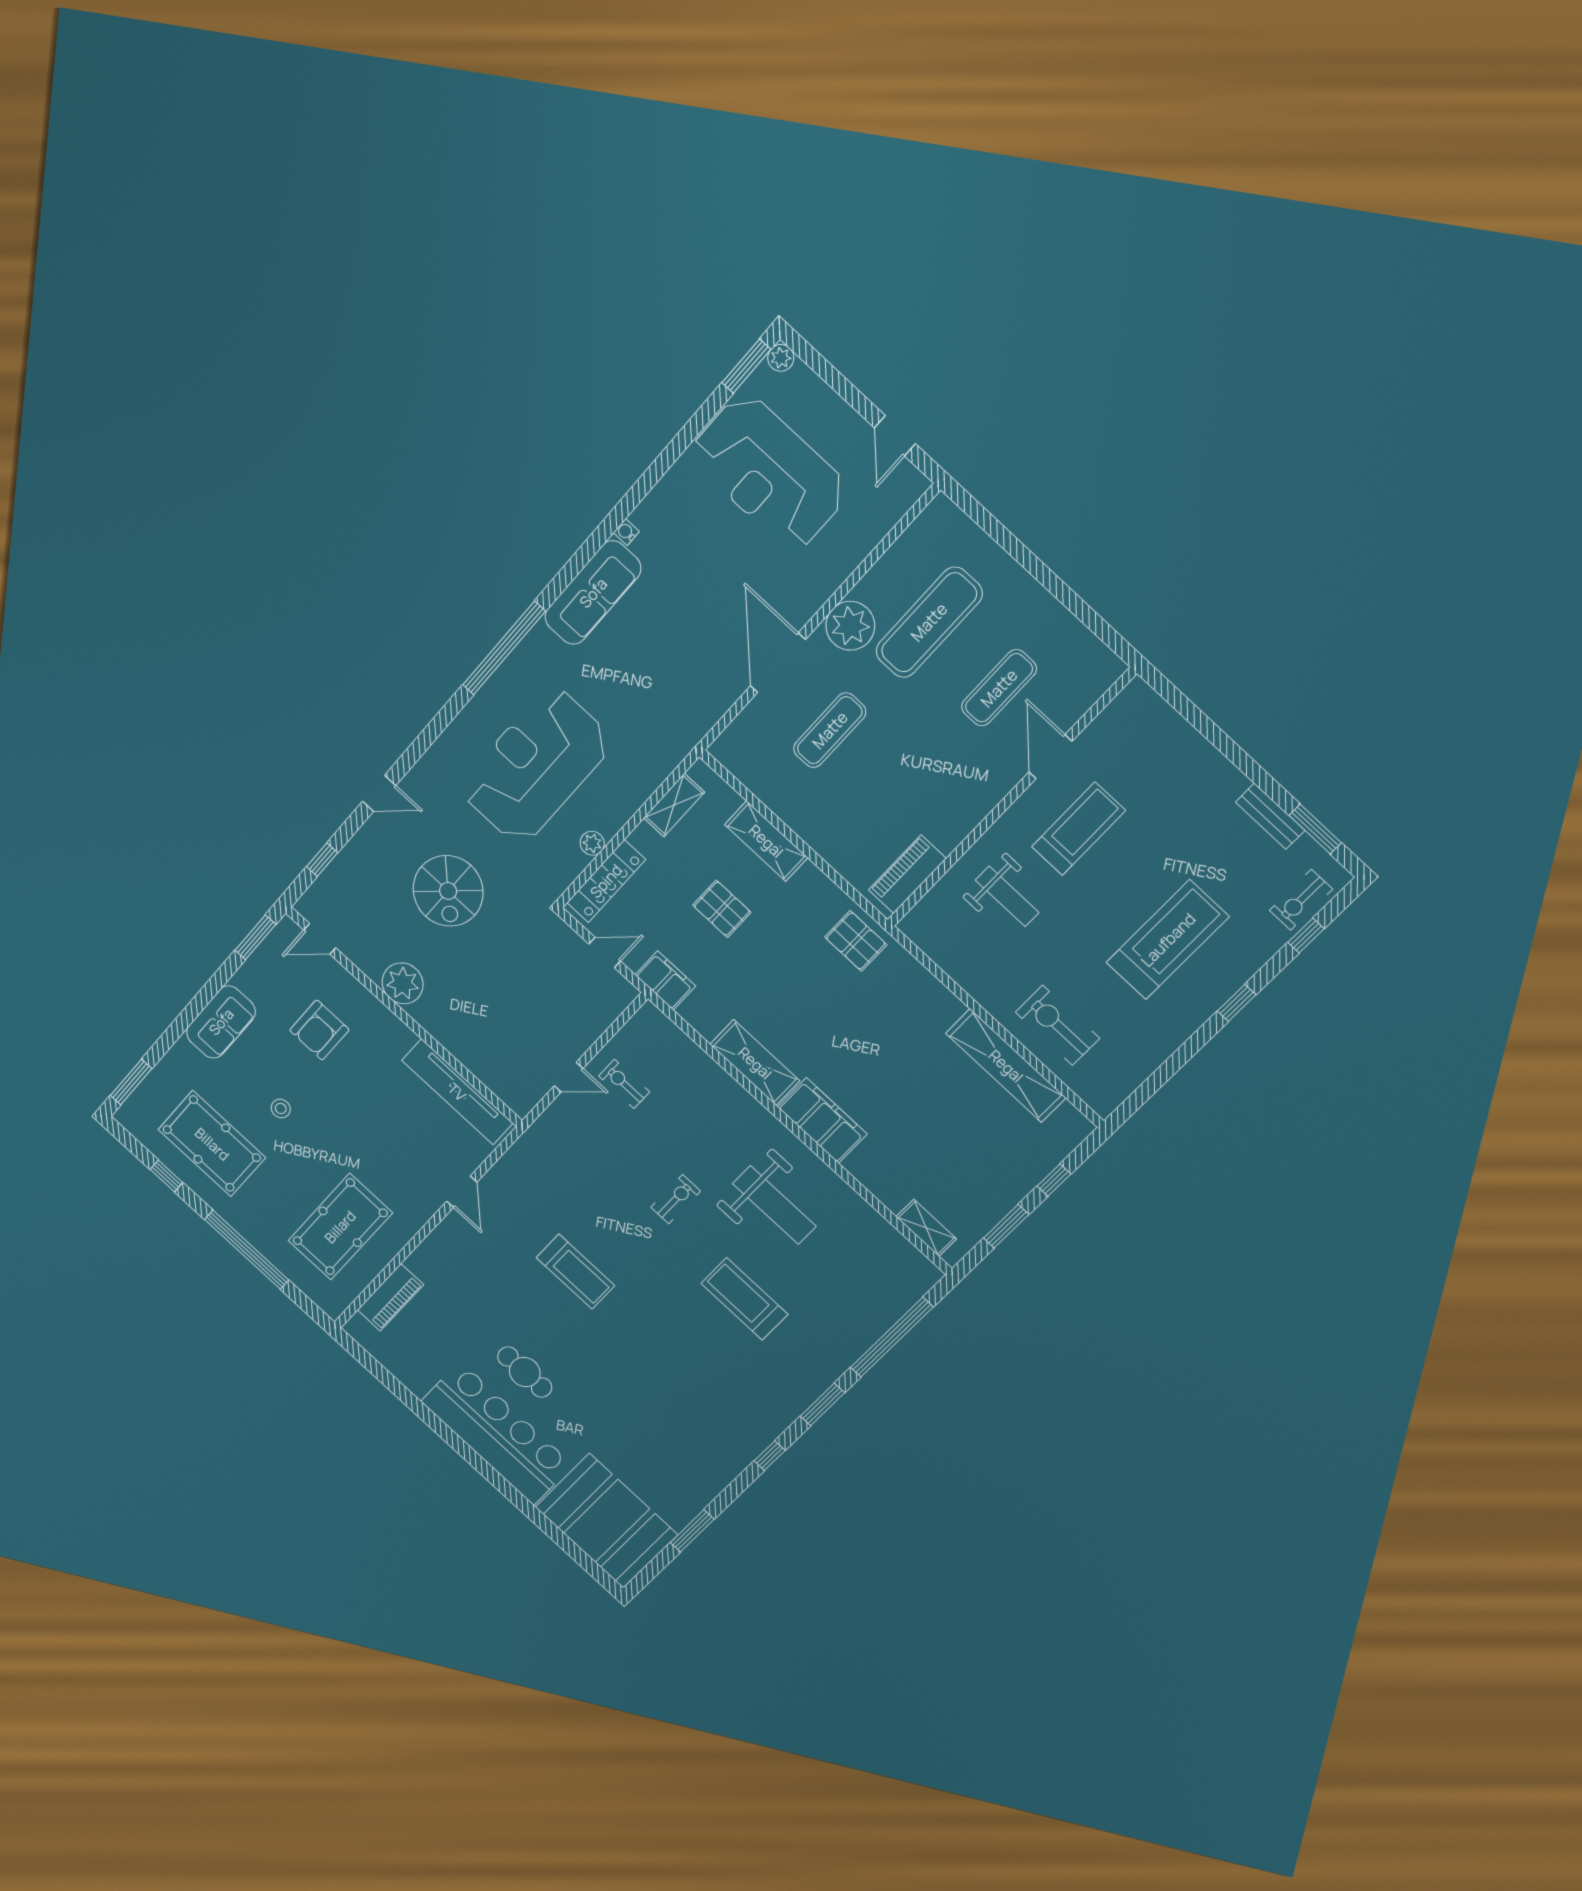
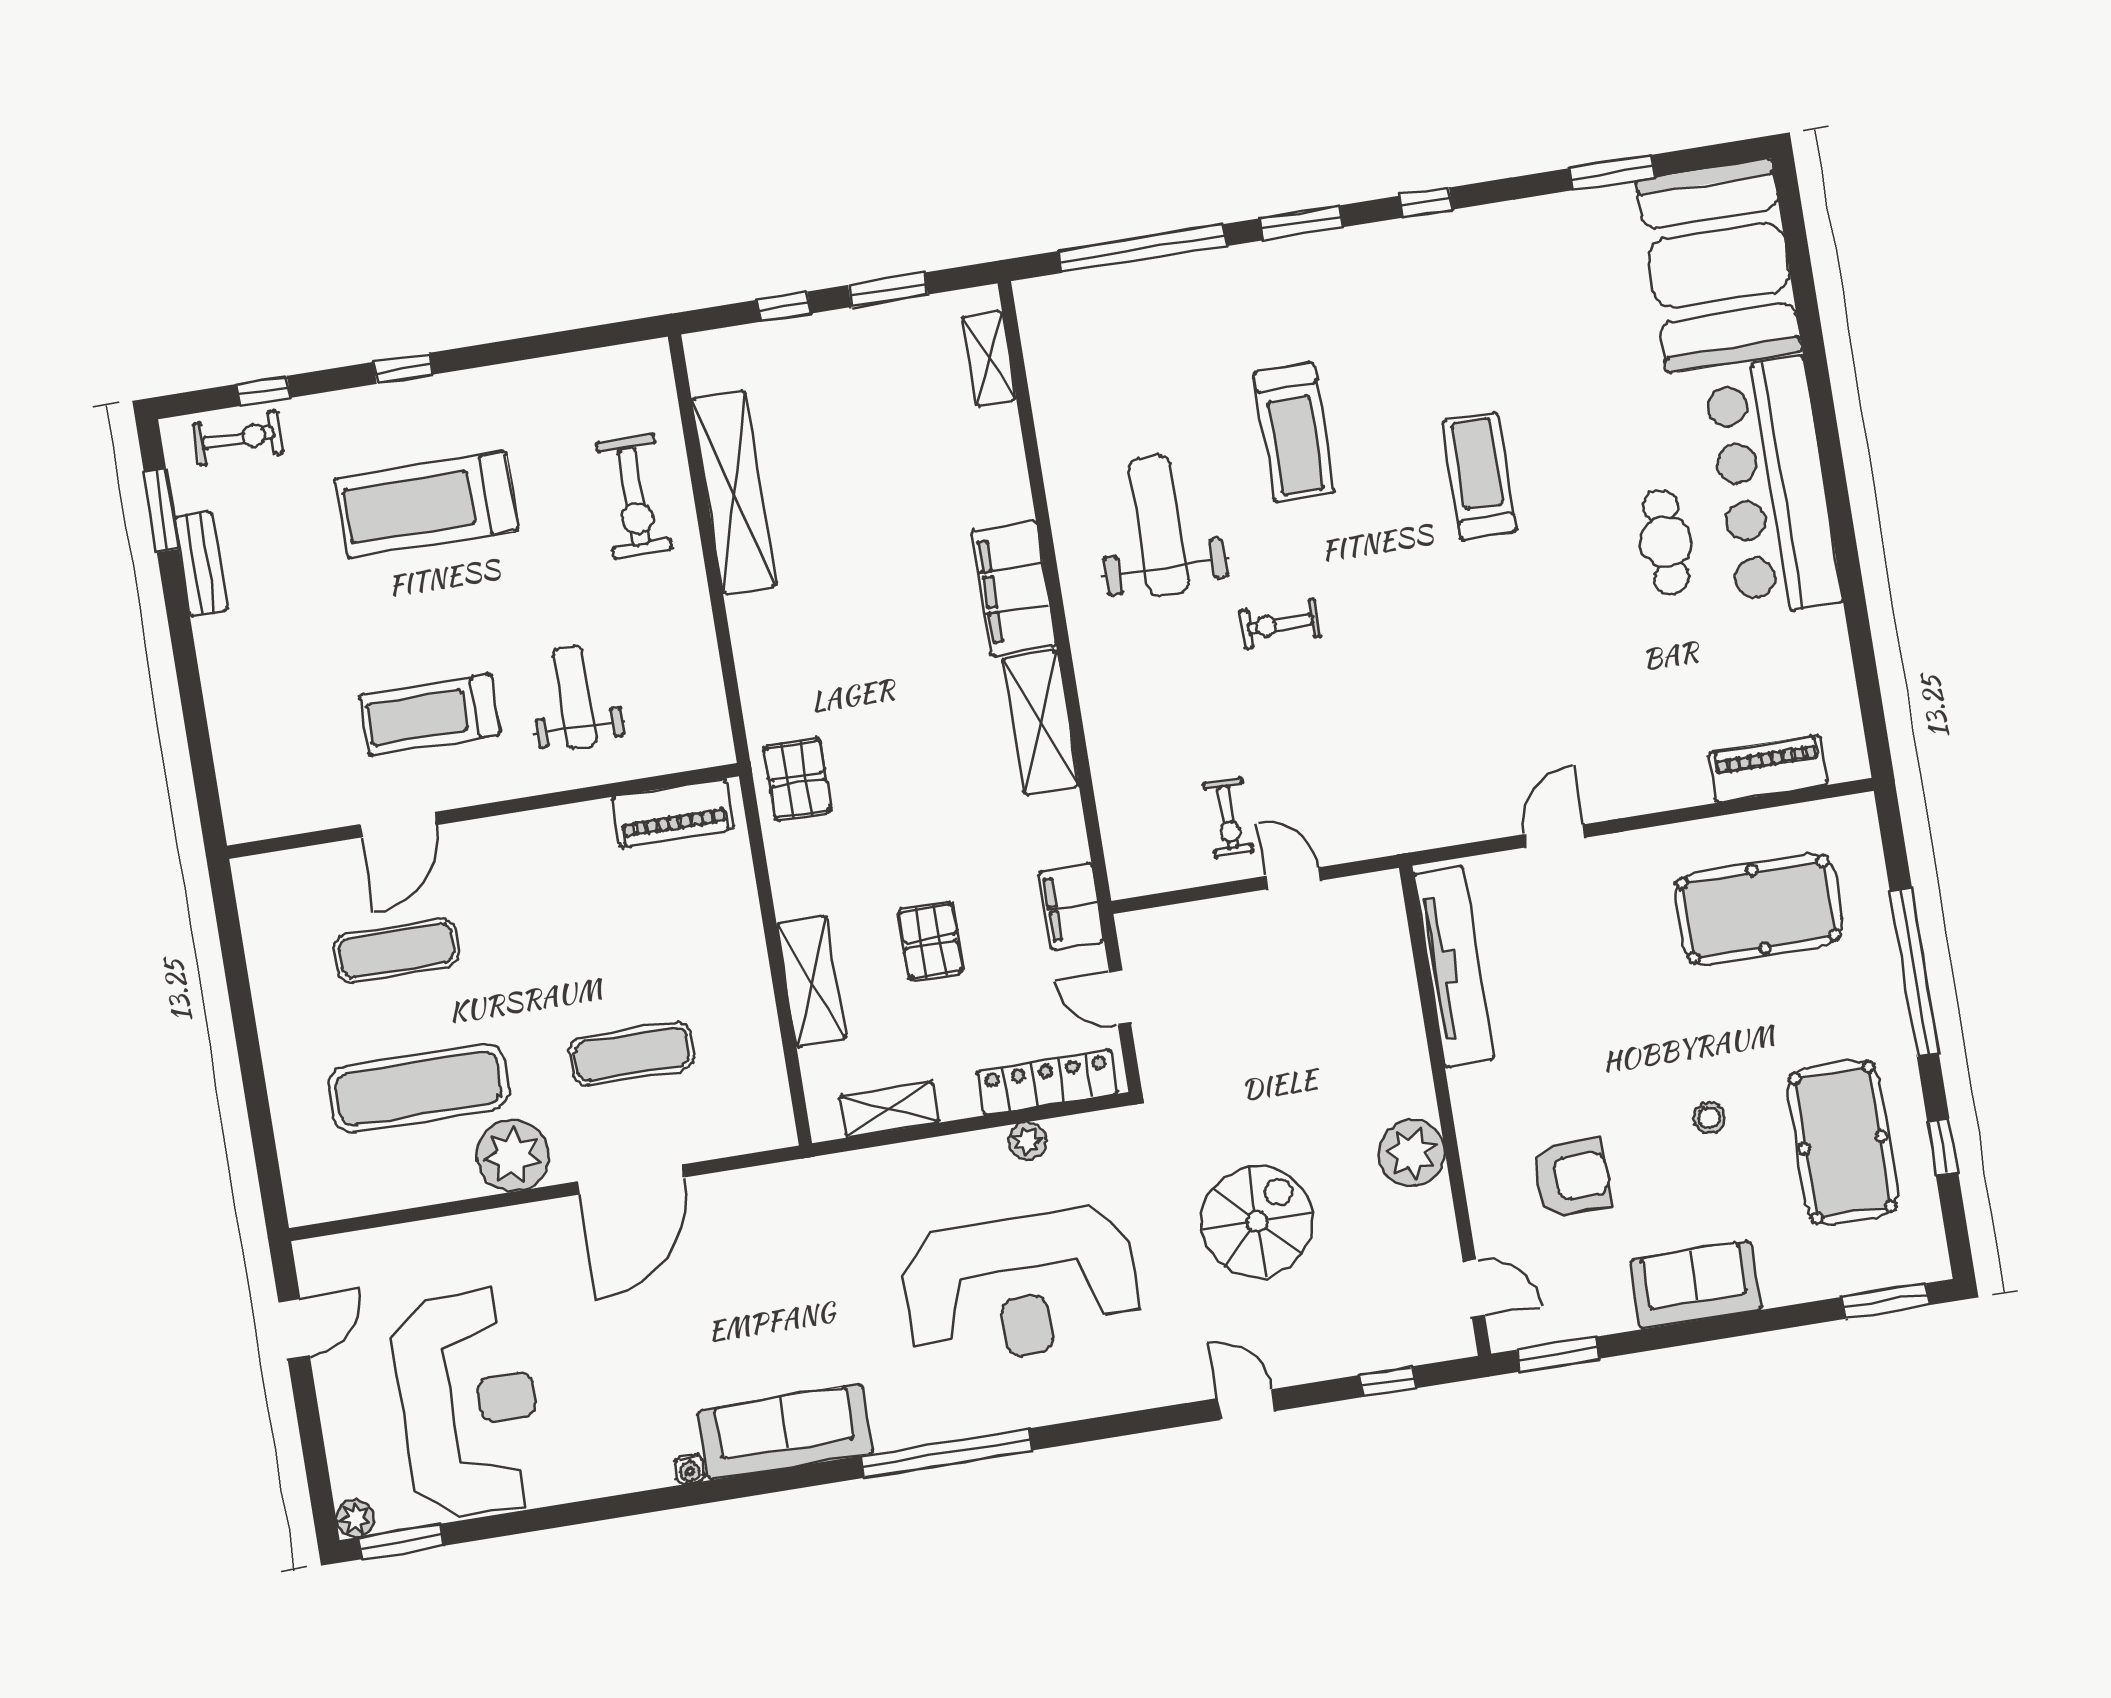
treadmill: (575, 1272) -> (1479, 476), moved

